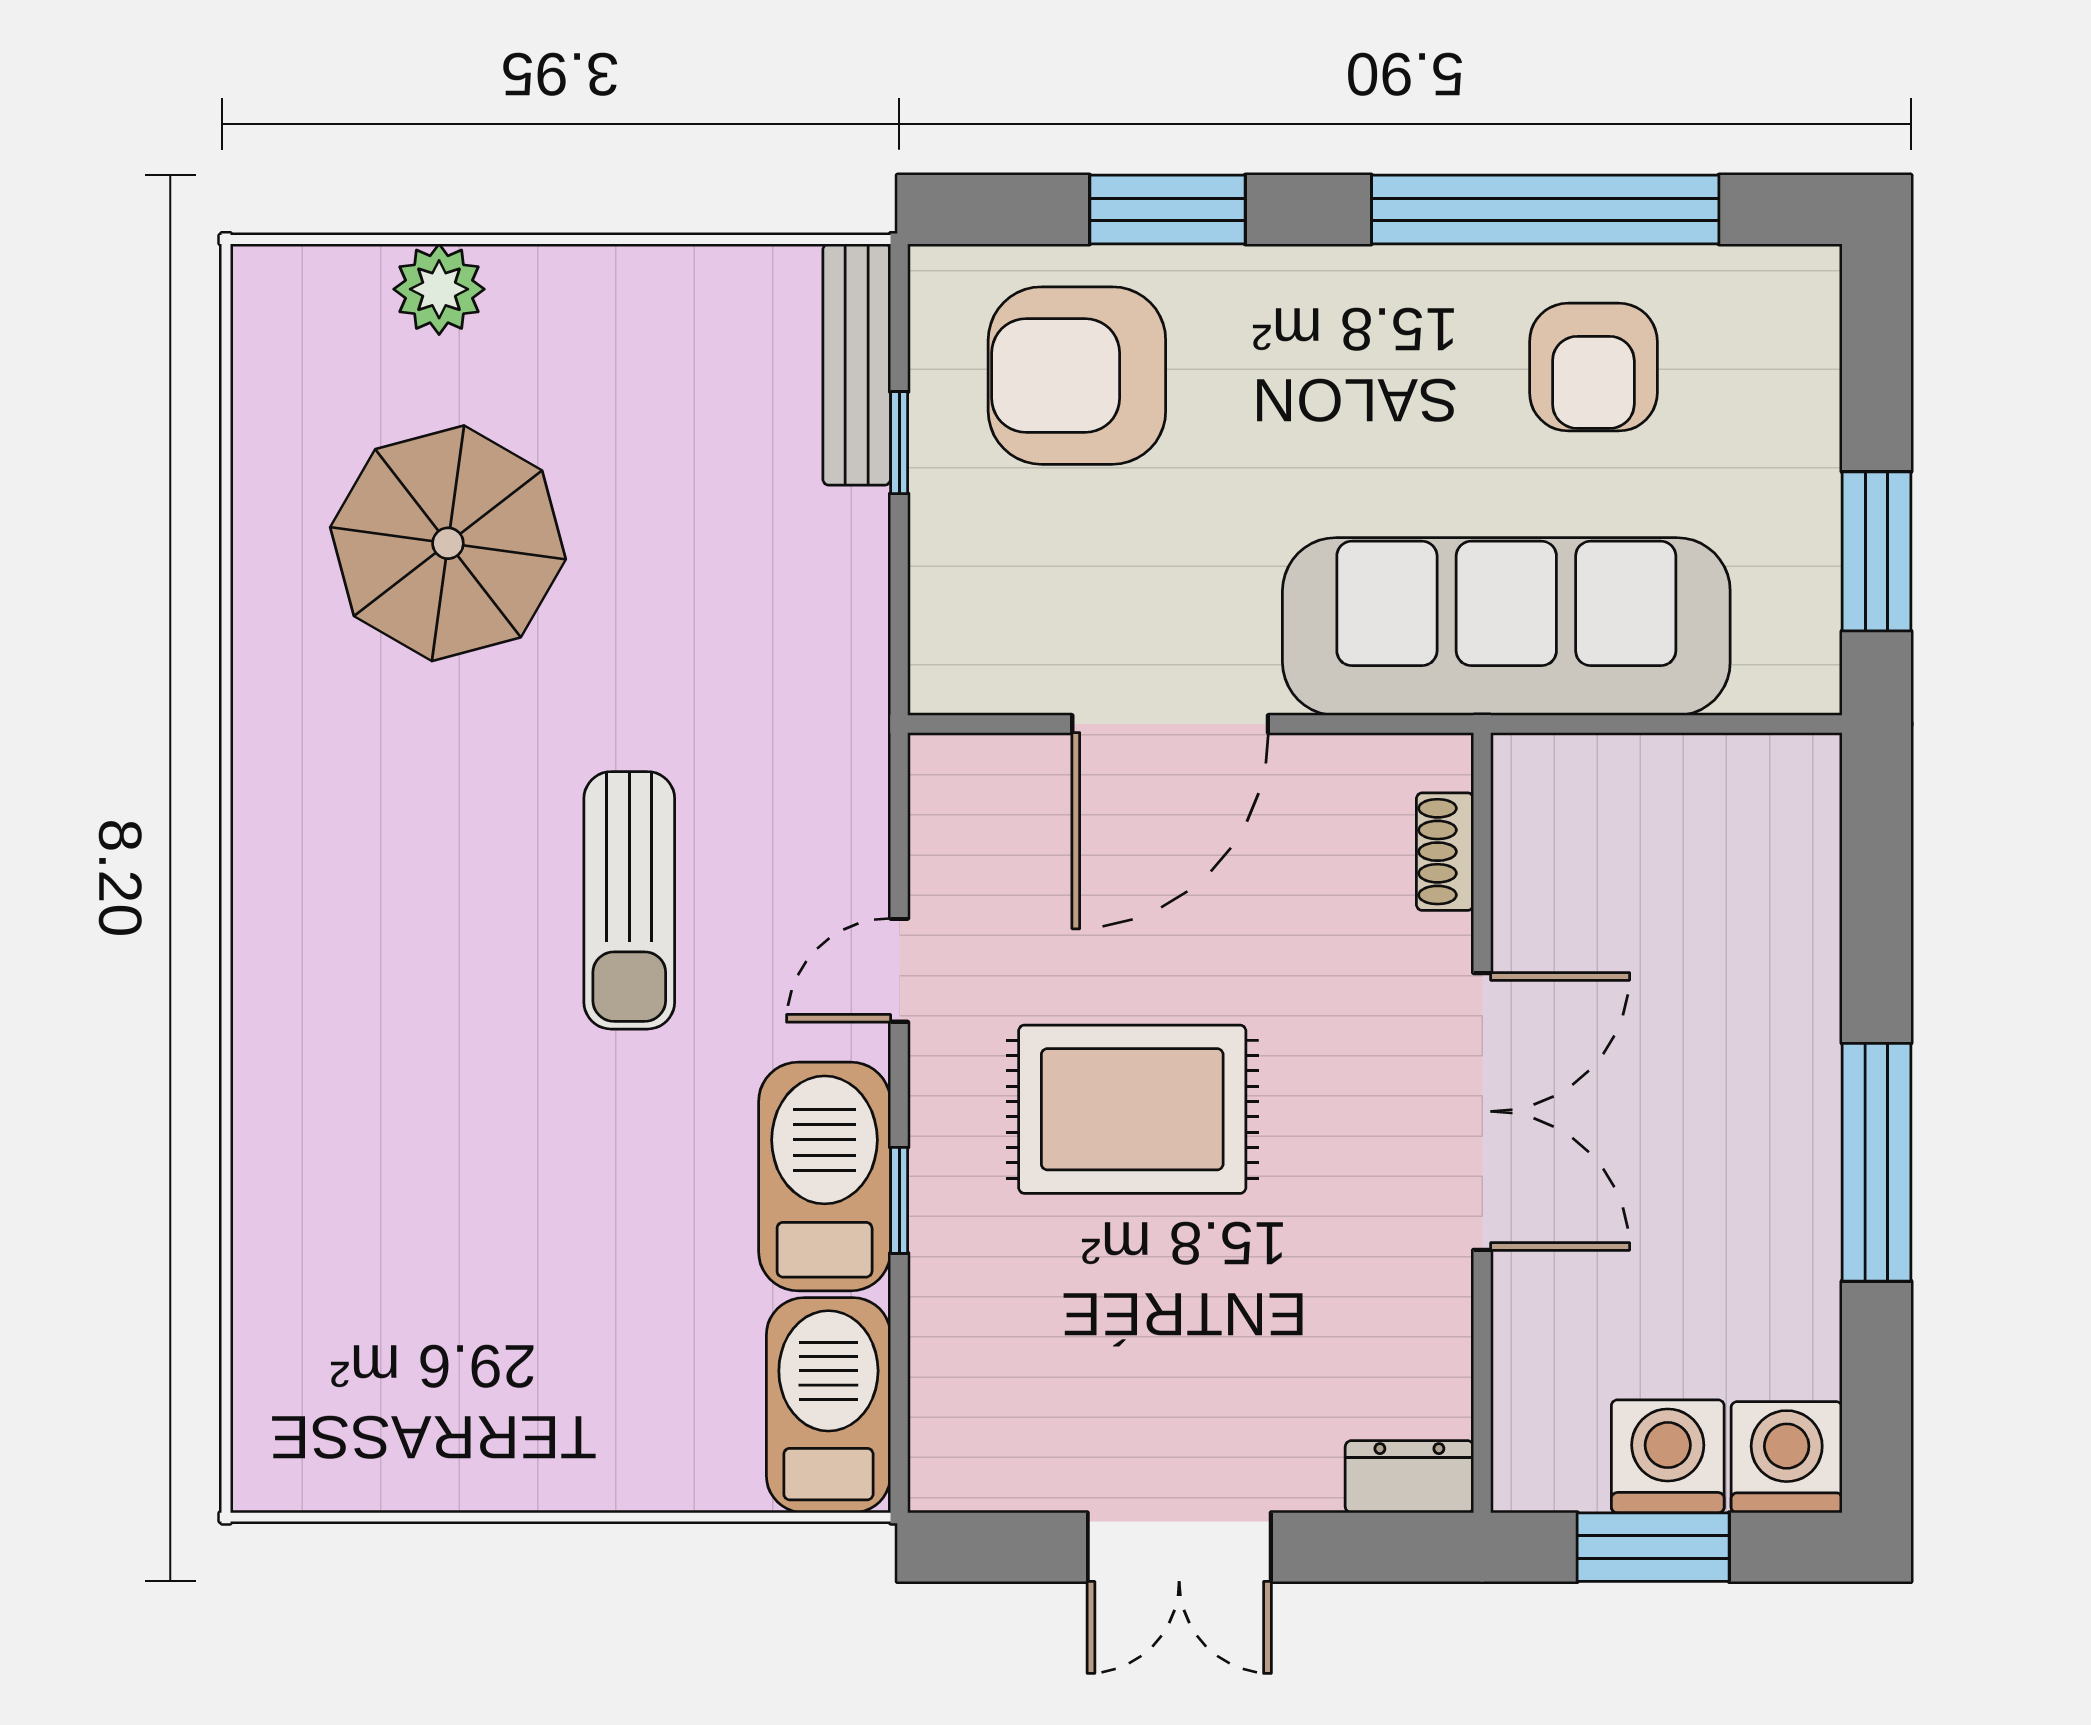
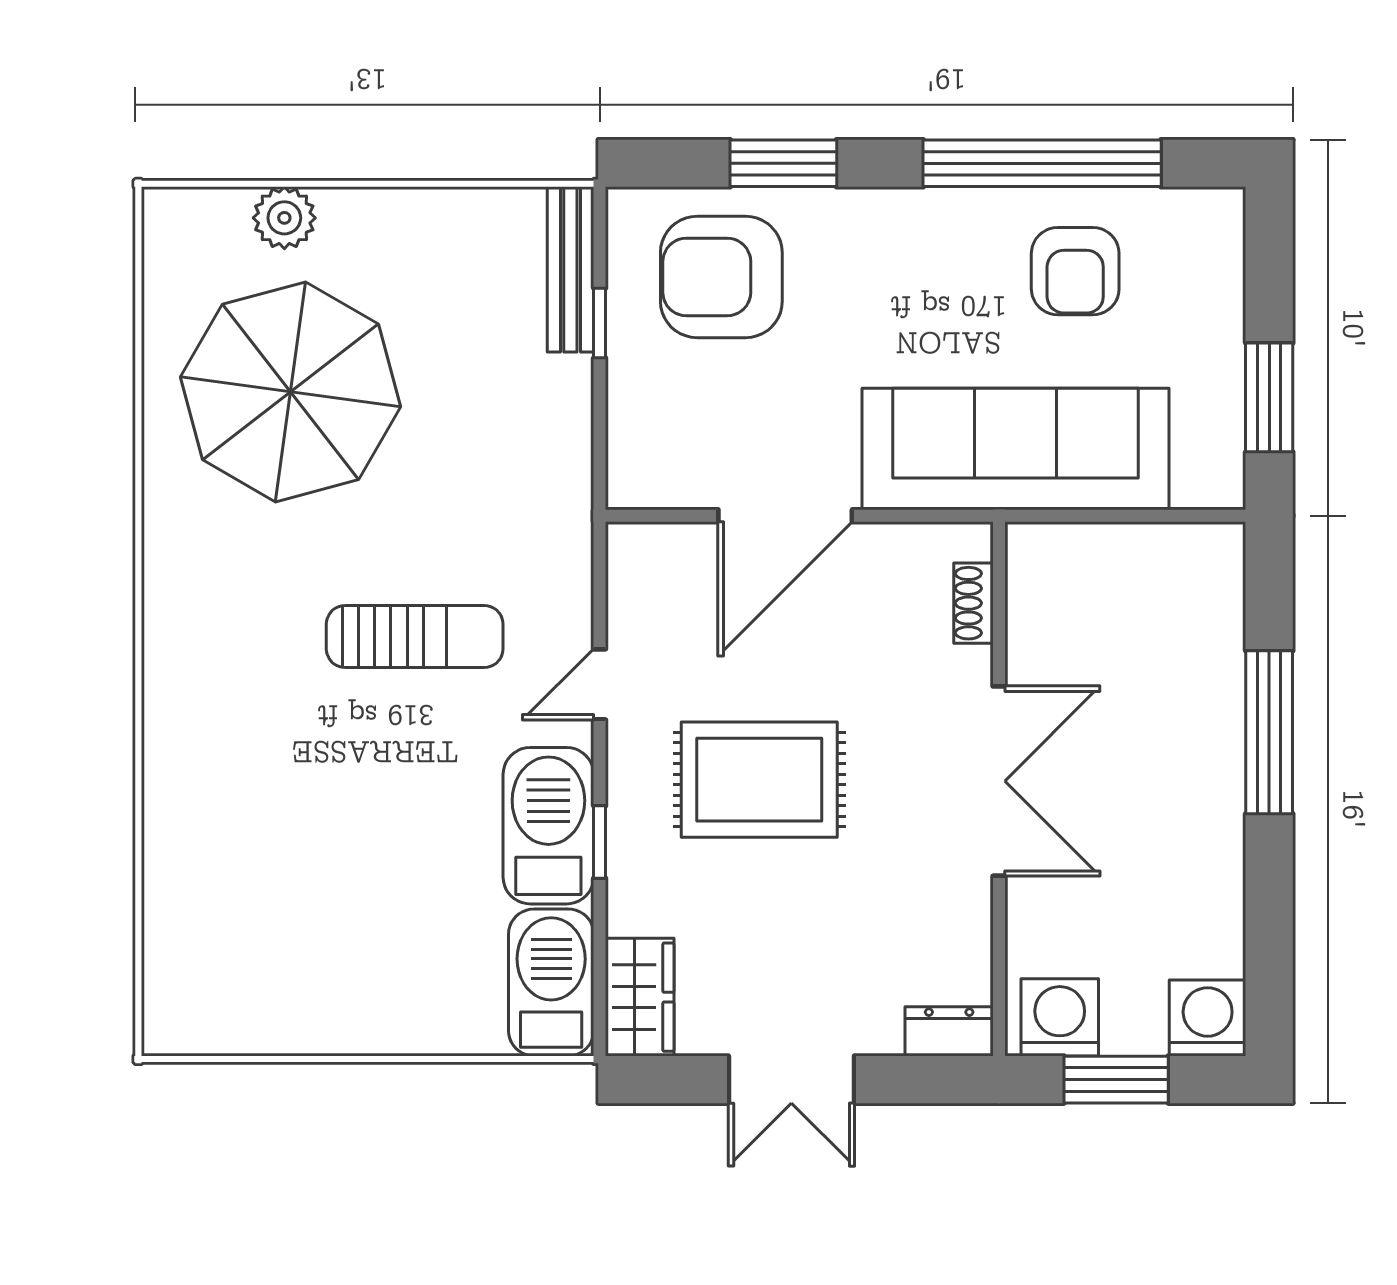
parasol: (448, 543) -> (290, 392), width x1.36, depth x1.36
sun lounger: (629, 900) -> (415, 637), turned -90
window: (1877, 1162) -> (1269, 732), moved
wardrobe: (958, 1427) -> (640, 997), added
washing machine: (1668, 1456) -> (1060, 1017), moved

